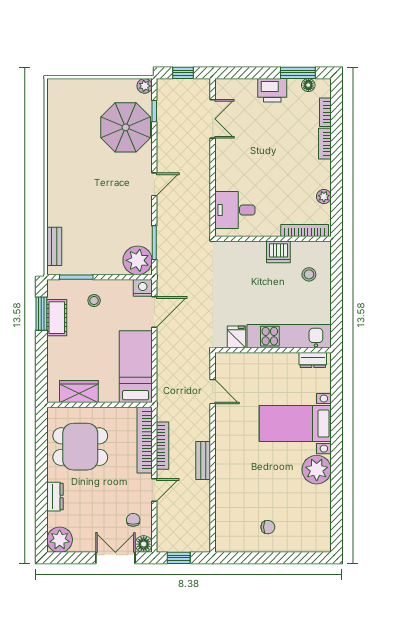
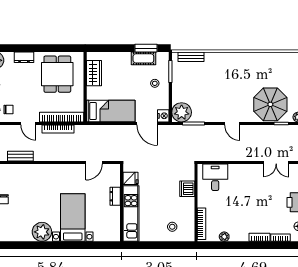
dishwasher: (278, 252) -> (187, 189), moved
dresser: (313, 360) -> (115, 196), moved
bench: (203, 460) -> (20, 156), moved

